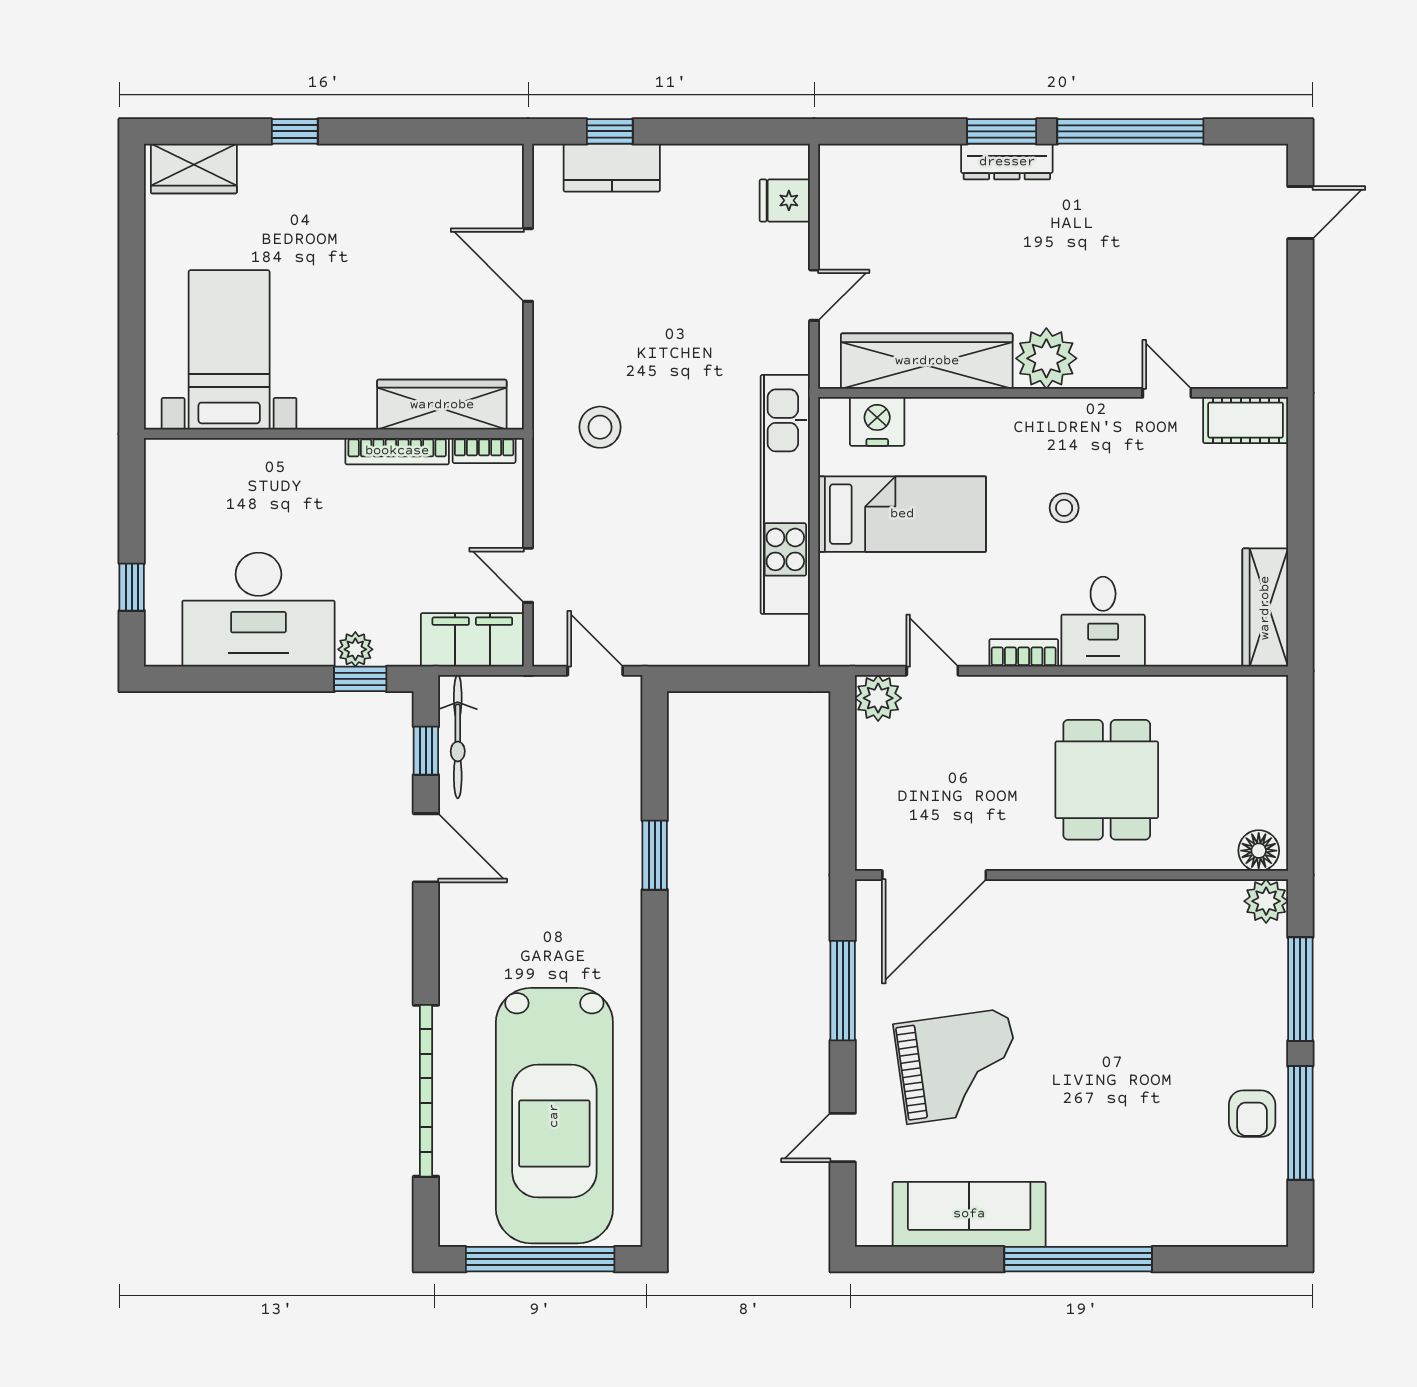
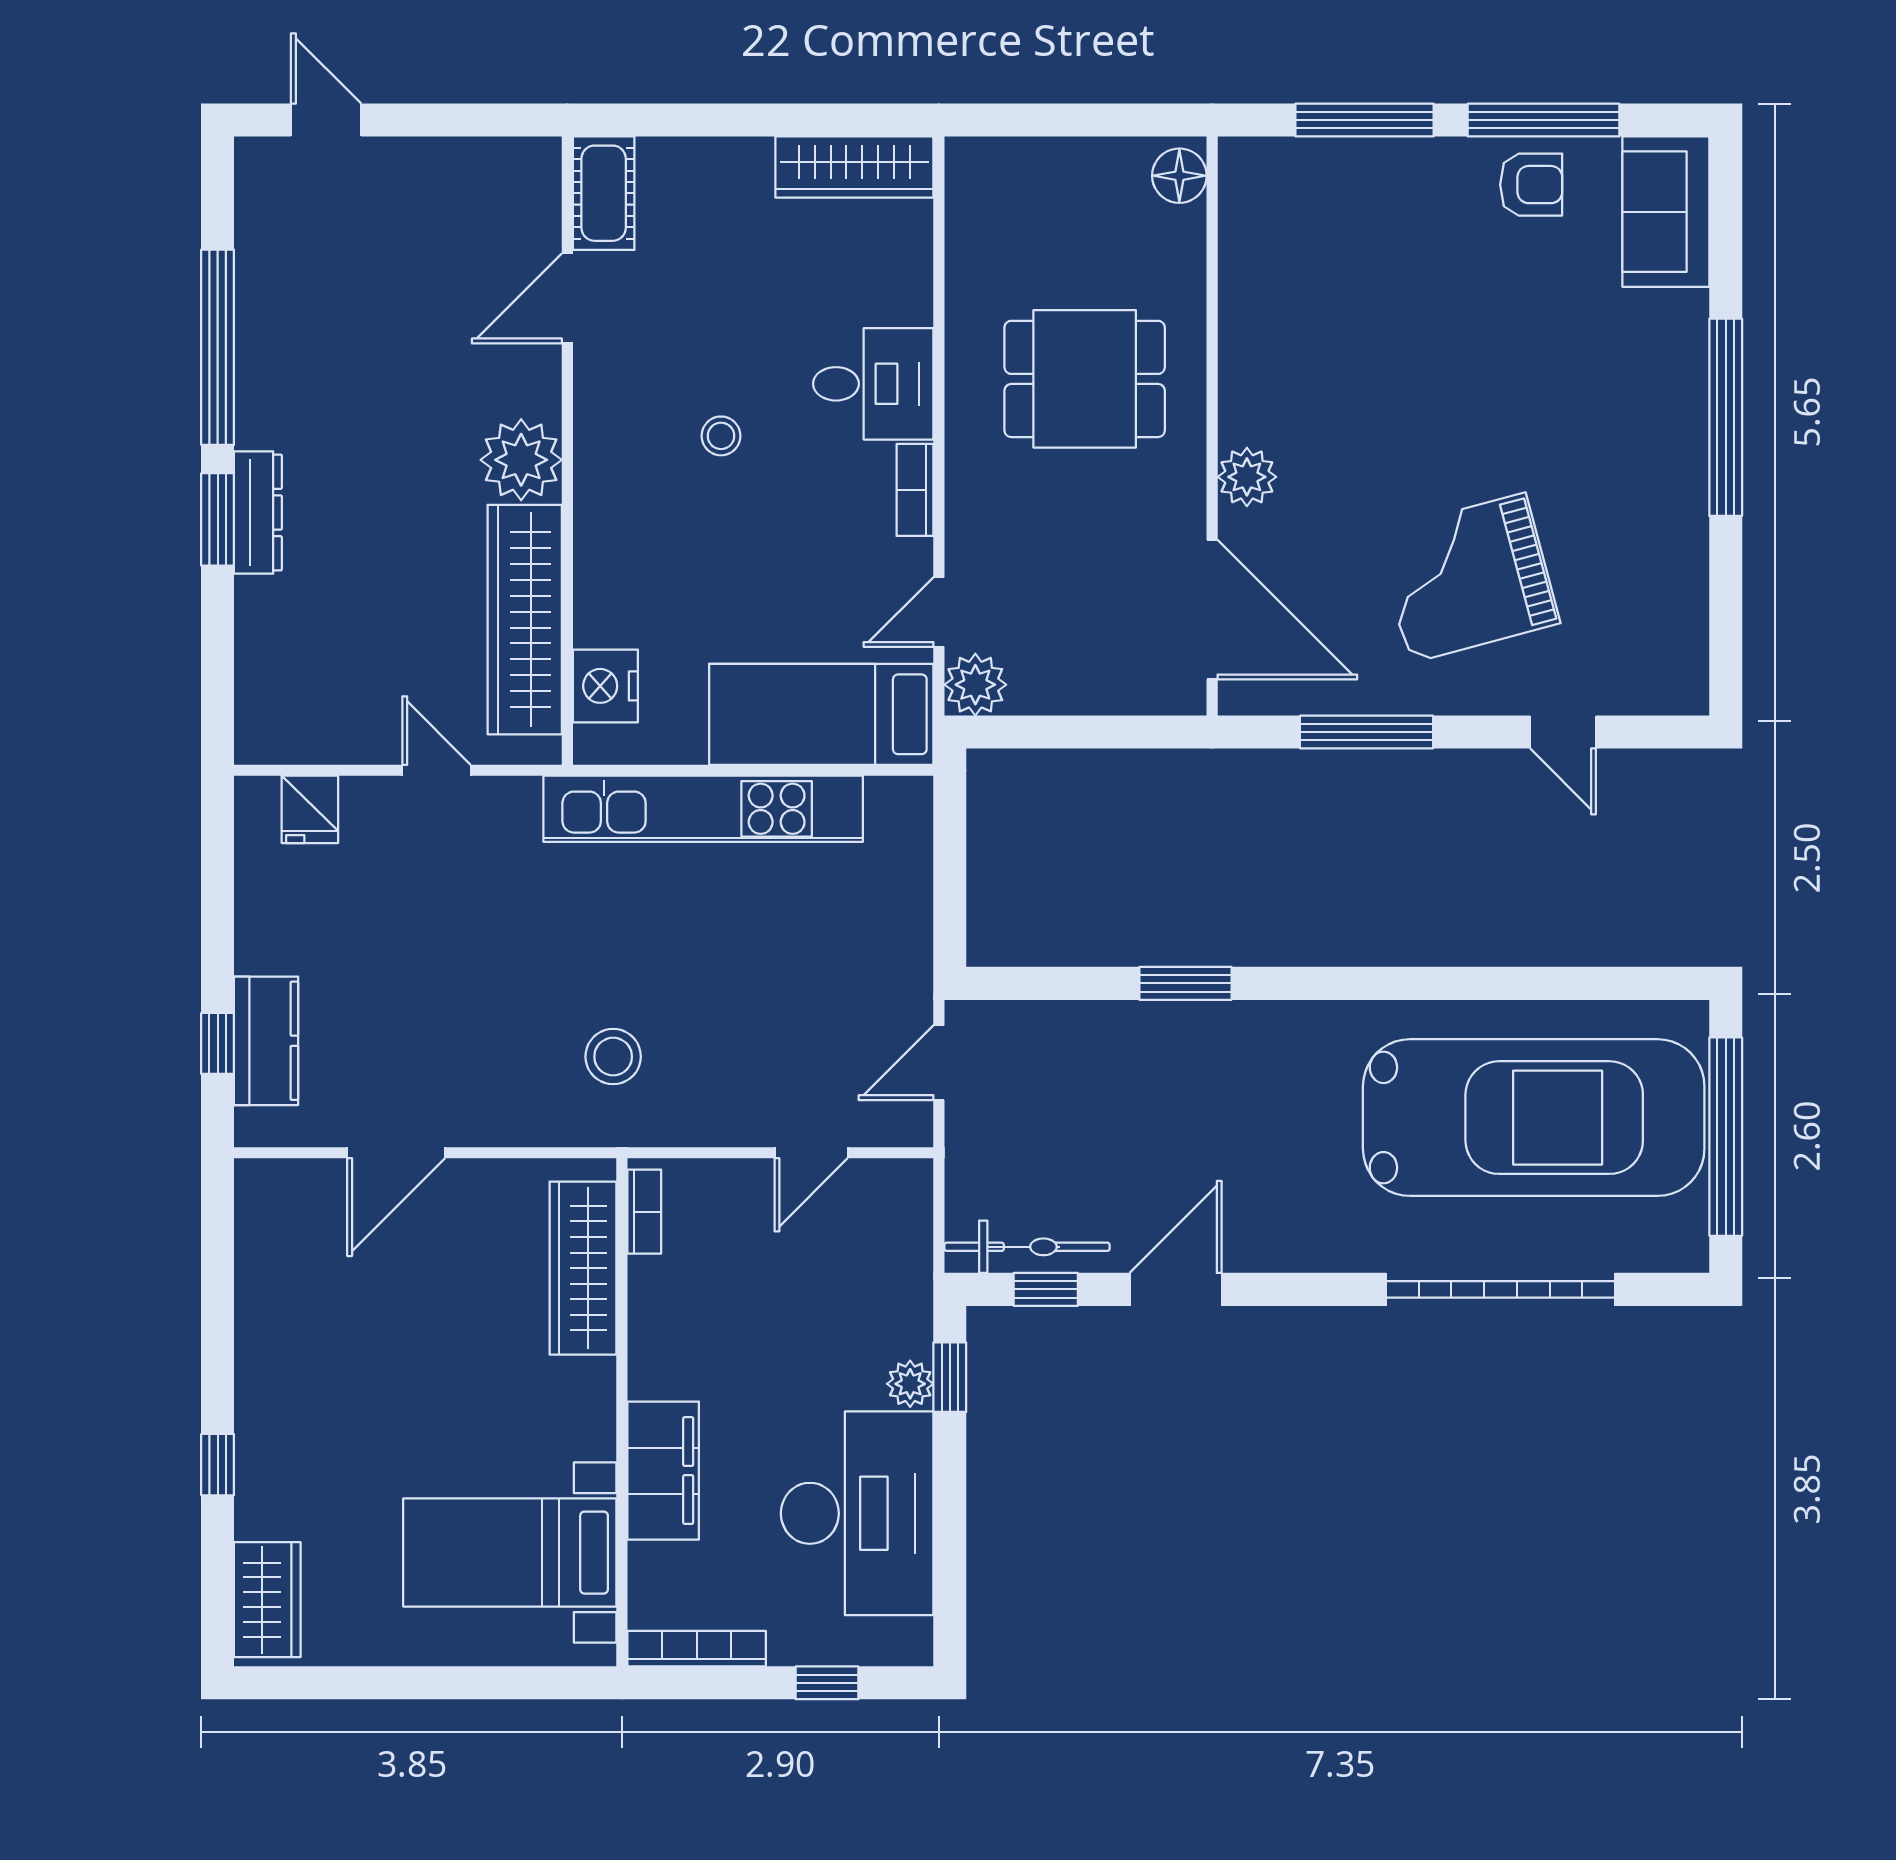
door: (1167, 393) -> (567, 298), width x1.38
bookcase: (397, 451) -> (697, 1649), moved, turned -90
bed: (902, 514) -> (821, 714), moved, turned -90
filing cabinet: (472, 640) -> (663, 1471), moved, turned 180
plant: (1266, 901) -> (1247, 477), moved
grand piano: (958, 1066) -> (1468, 578), turned -97
sofa: (969, 1214) -> (1666, 212), moved, width x0.73

